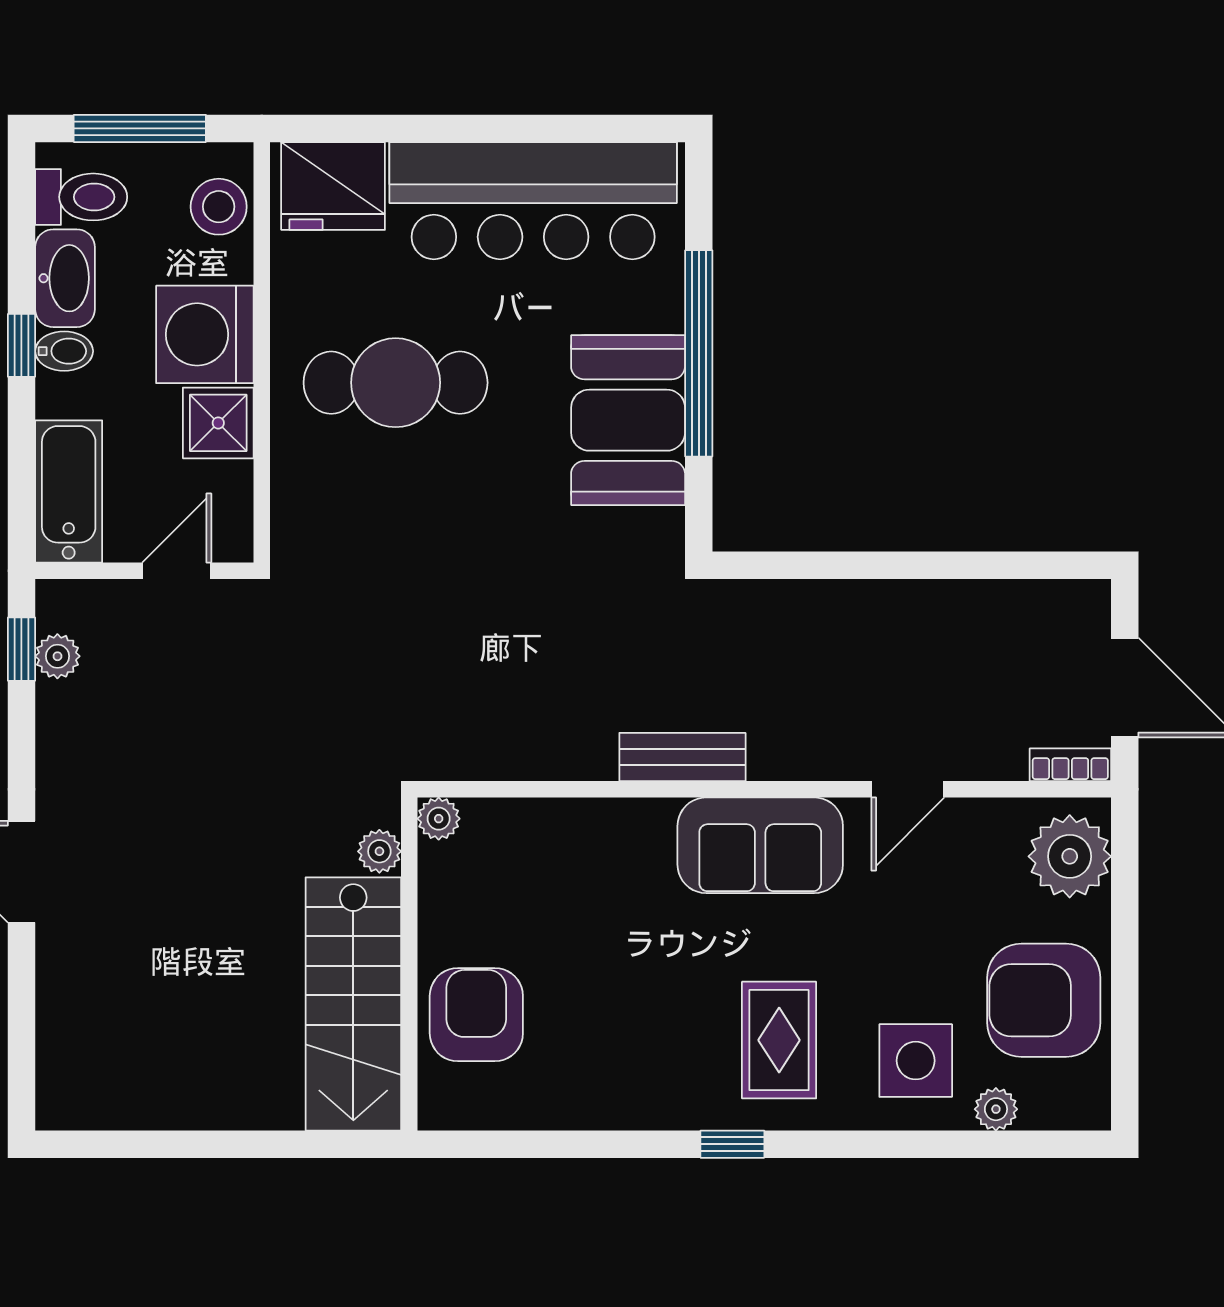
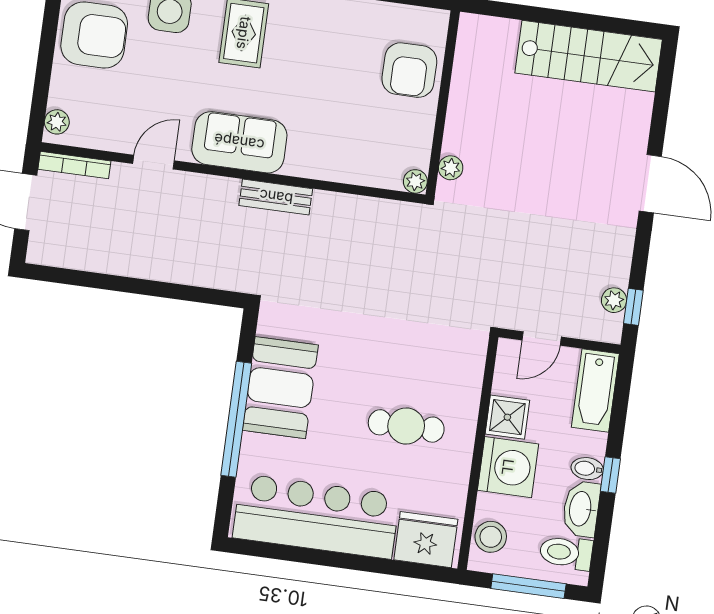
cafe table: (396, 383) -> (406, 426), width x0.73, depth x0.74
bookcase: (1070, 765) -> (74, 165), width x1.56
plant: (1070, 856) -> (57, 122), width x0.53, depth x0.53
stairs: (353, 1004) -> (589, 56), moved, turned 90

